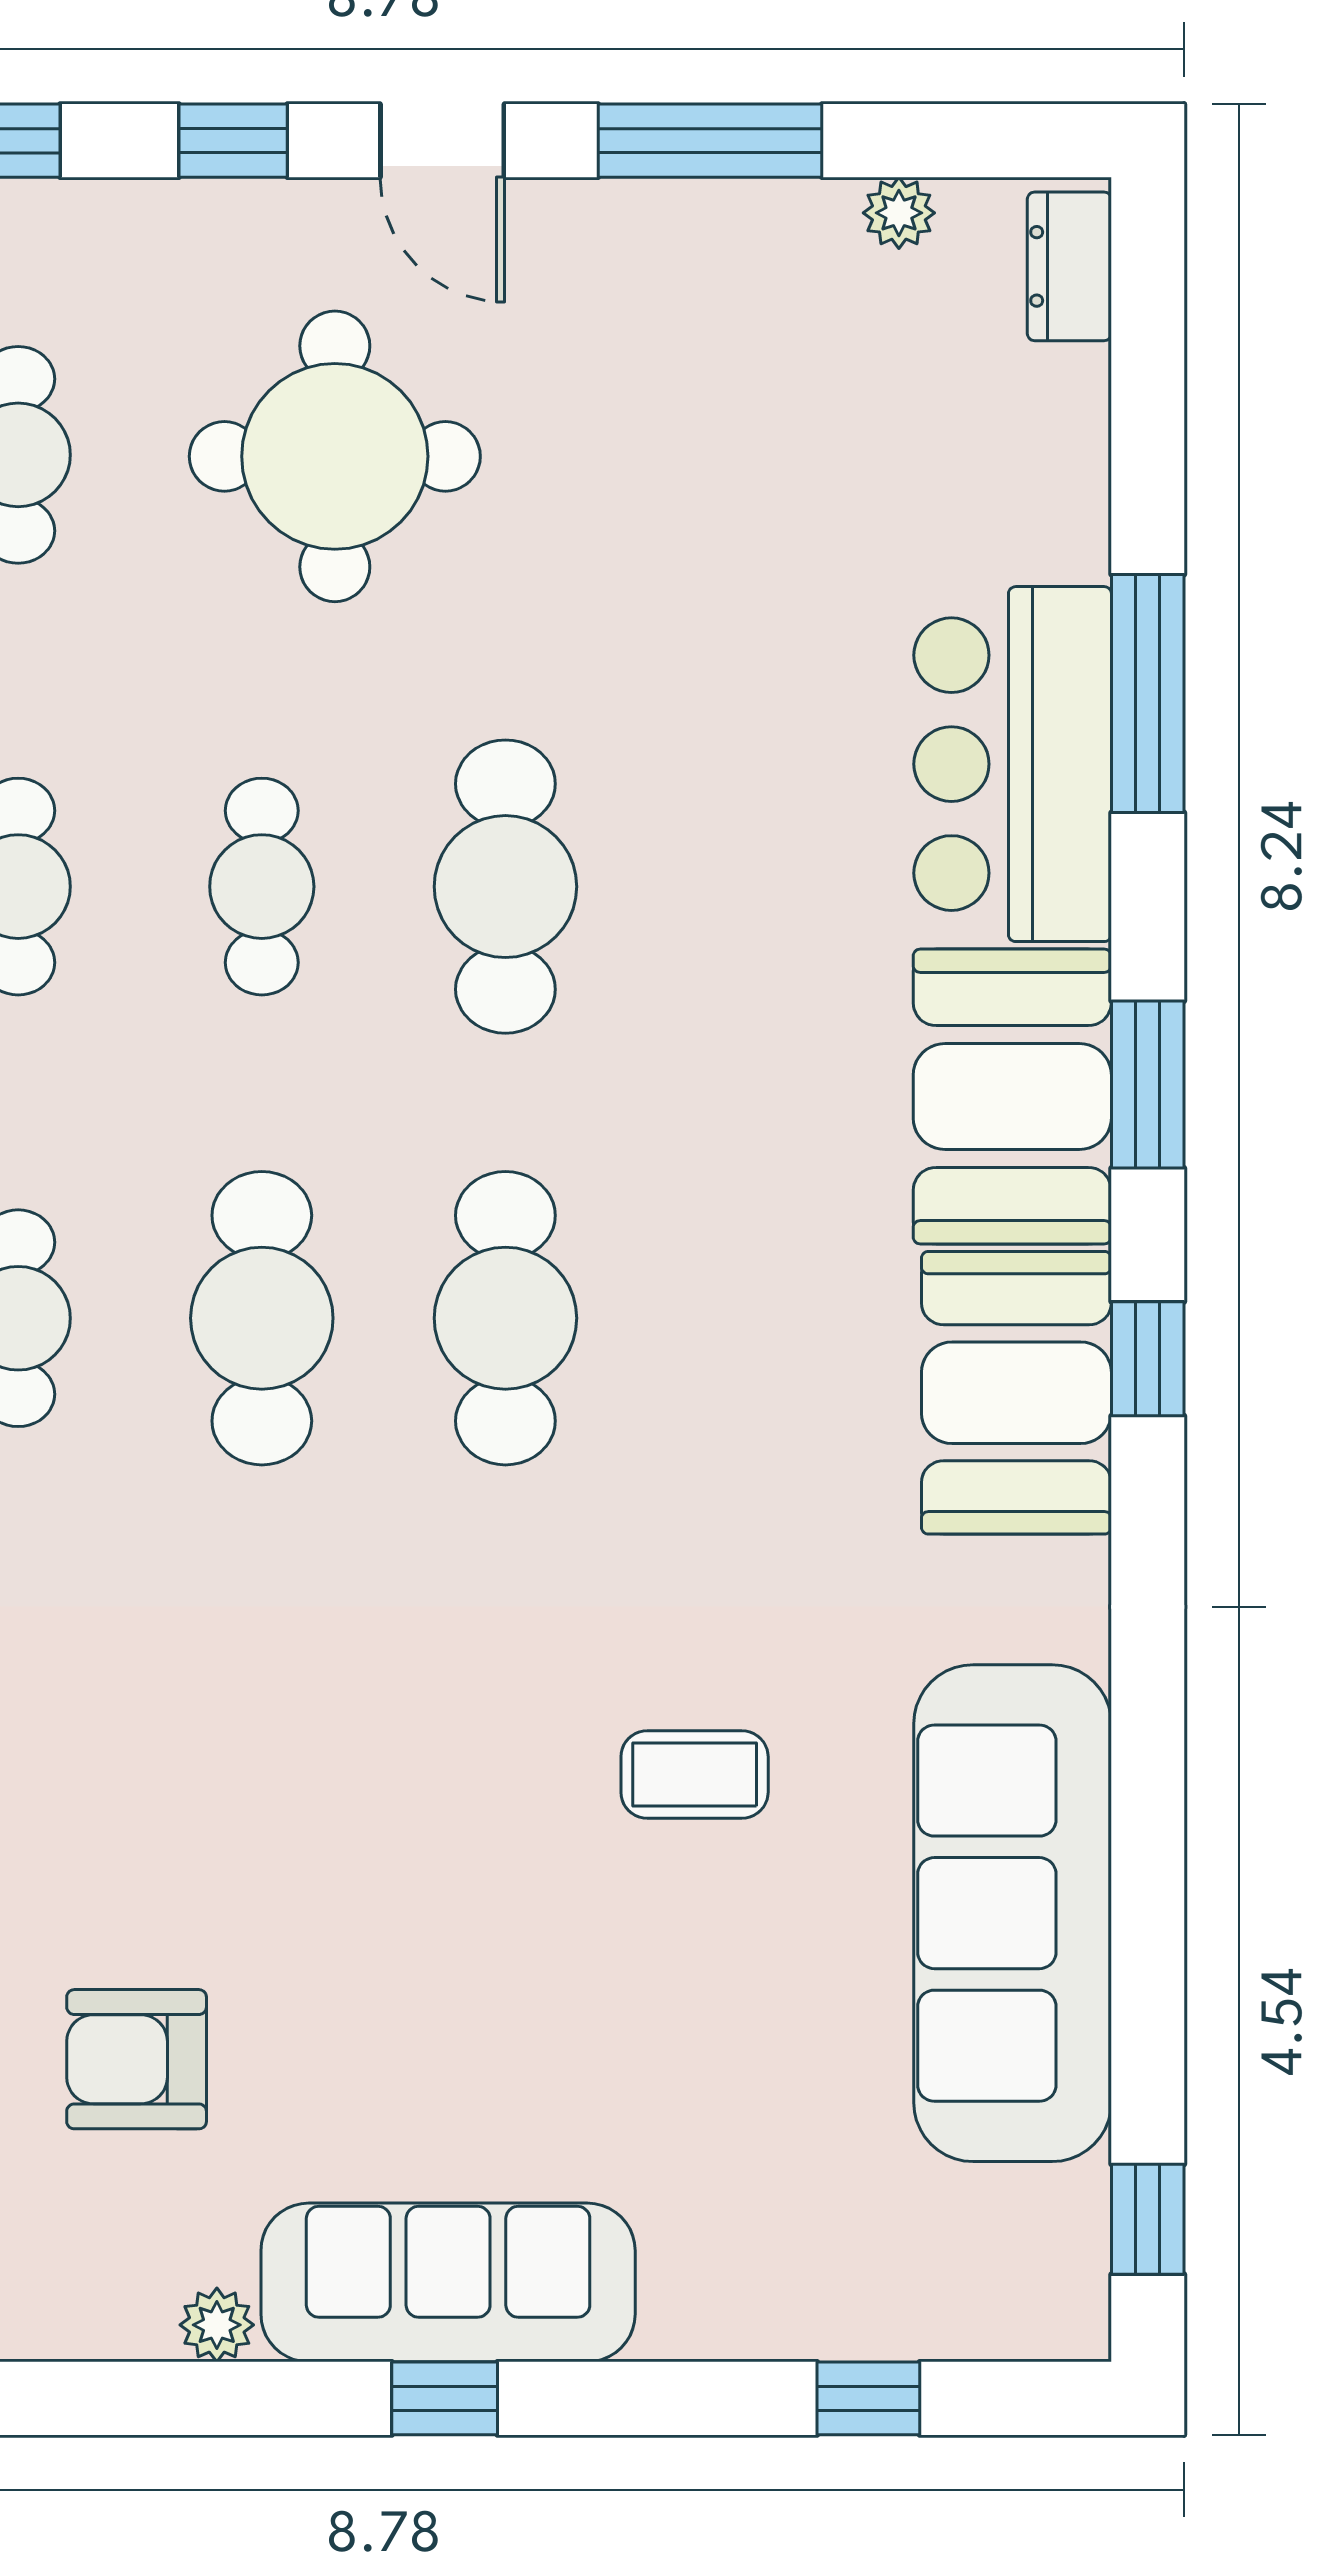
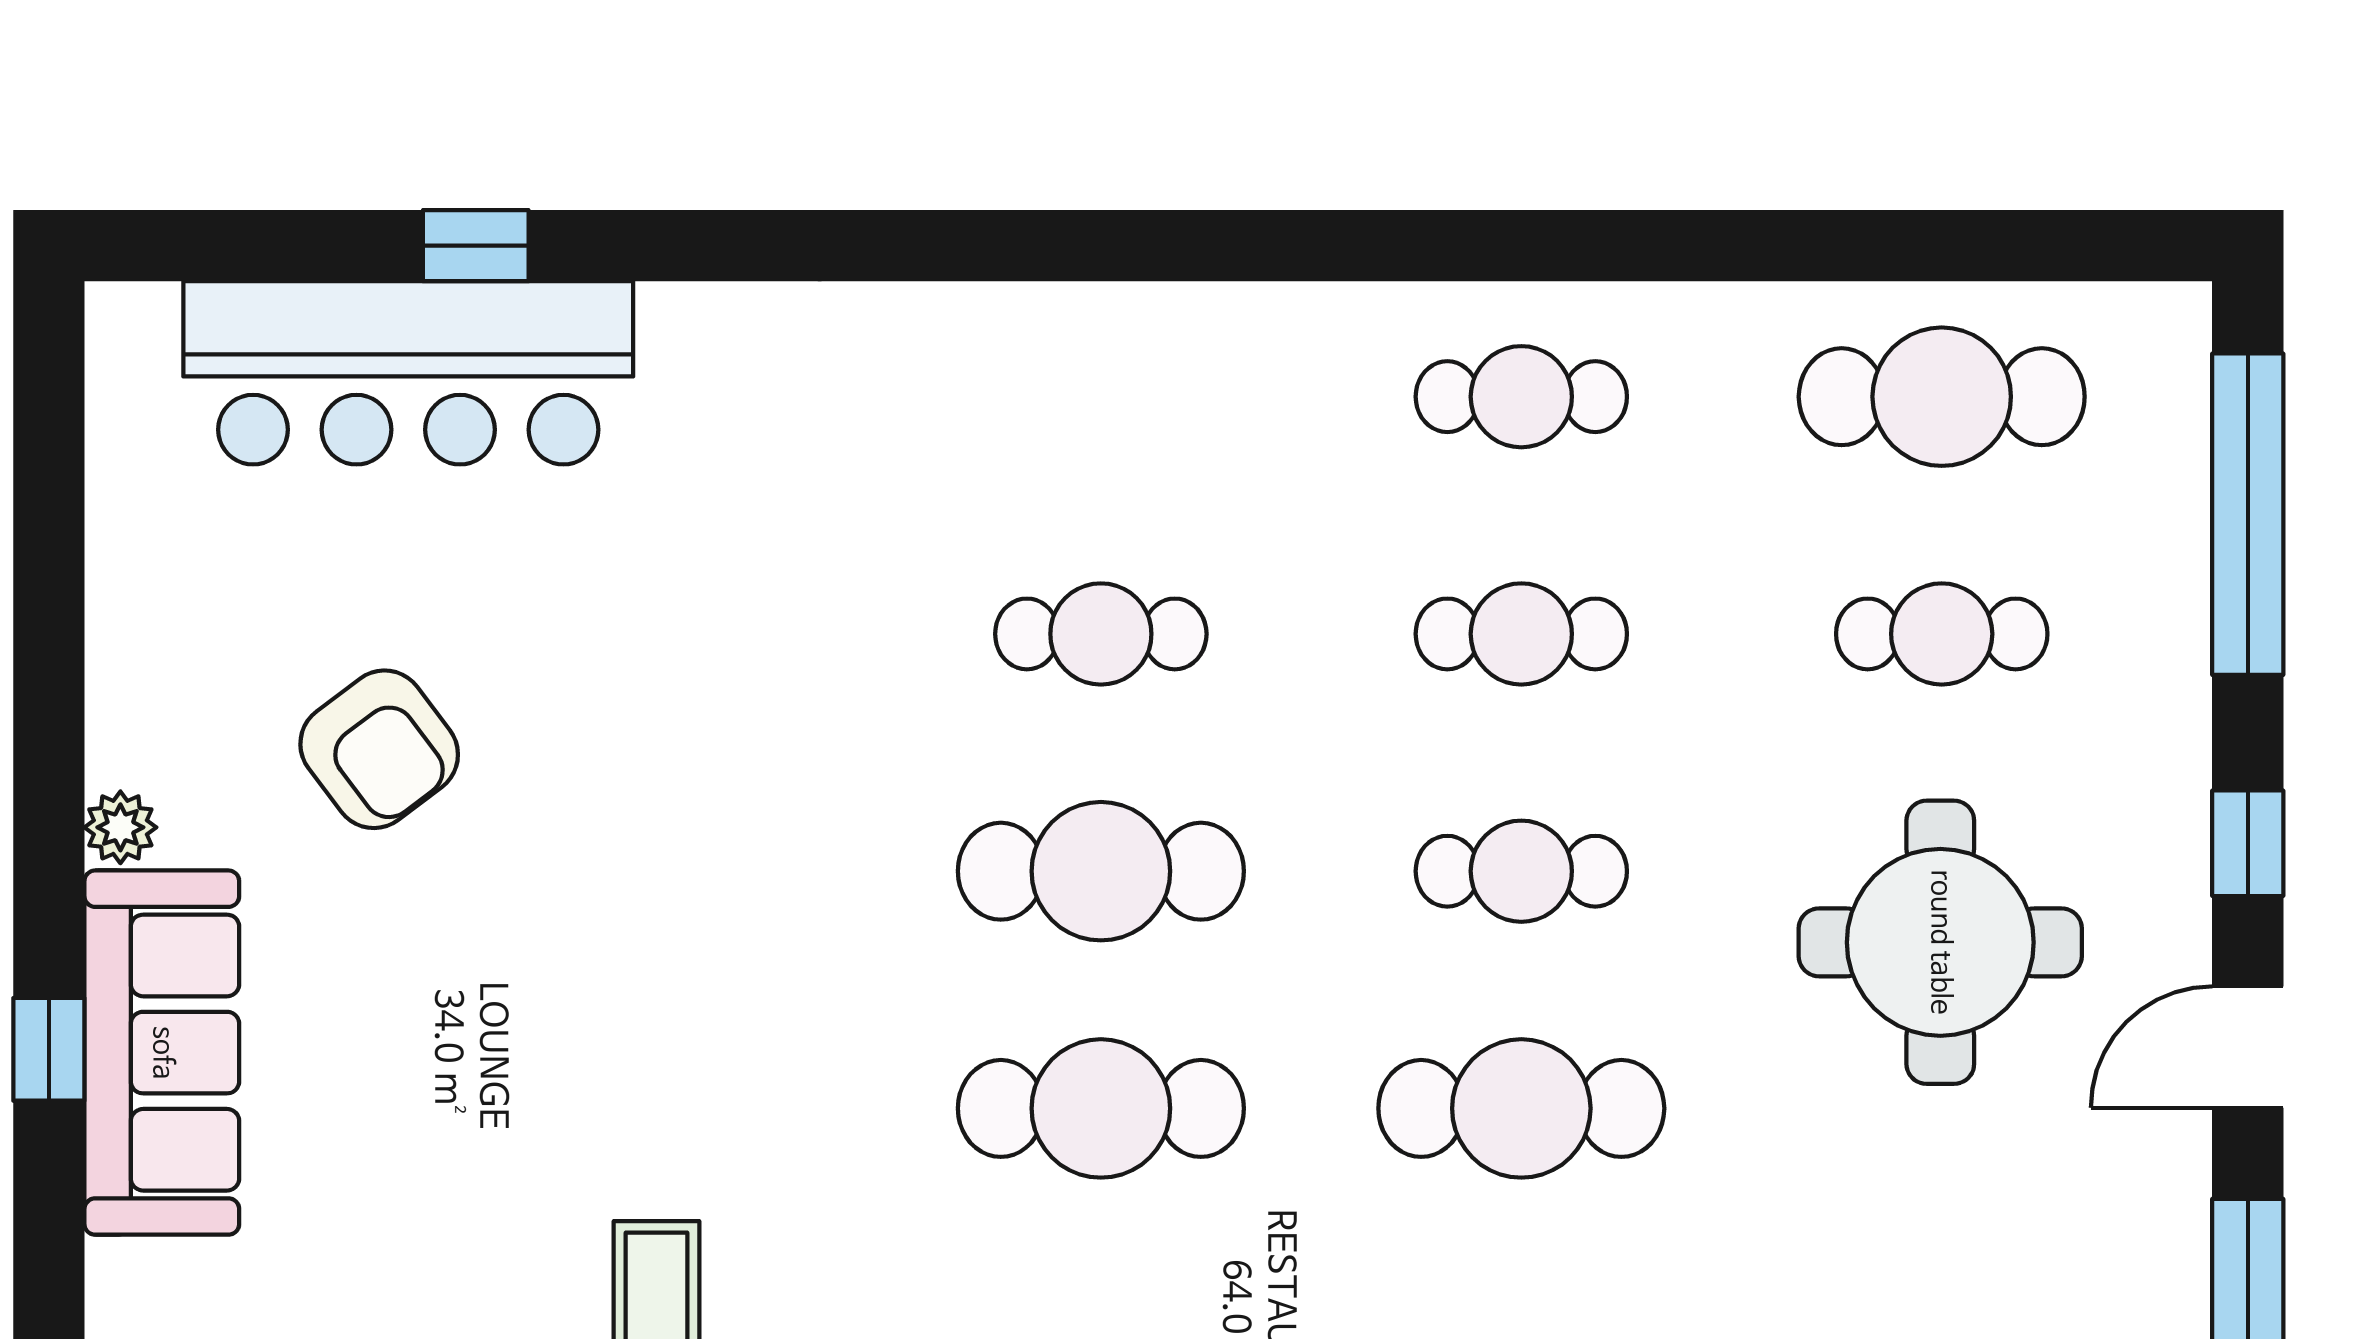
armchair: (137, 2059) -> (379, 749), turned 143

